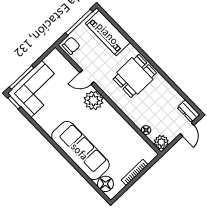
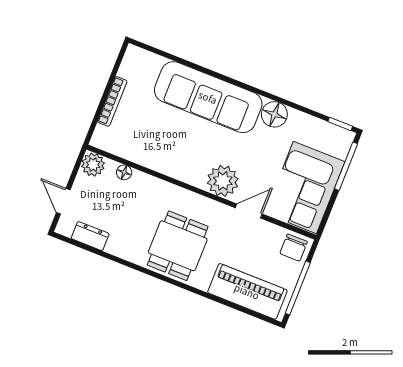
corner sofa: (36, 89) -> (305, 188), moved
dresser: (188, 111) -> (90, 236), moved
floor lamp: (105, 184) -> (274, 114), moved

